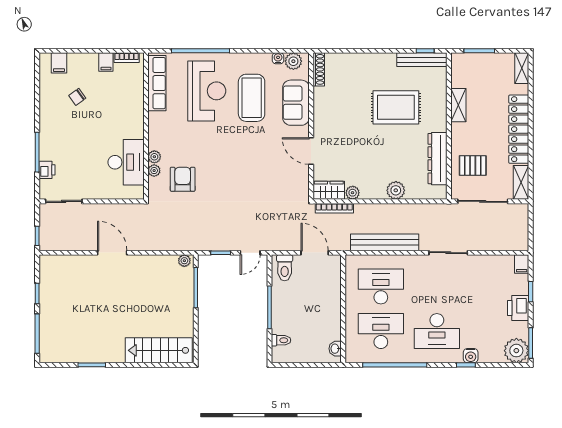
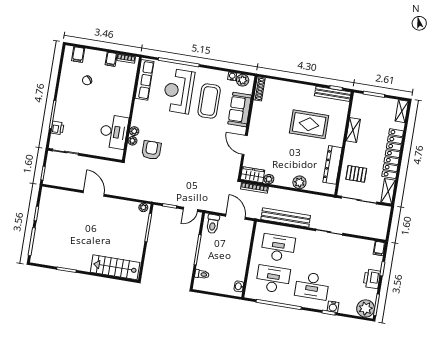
reception desk: (207, 91) -> (178, 91), turned 180

